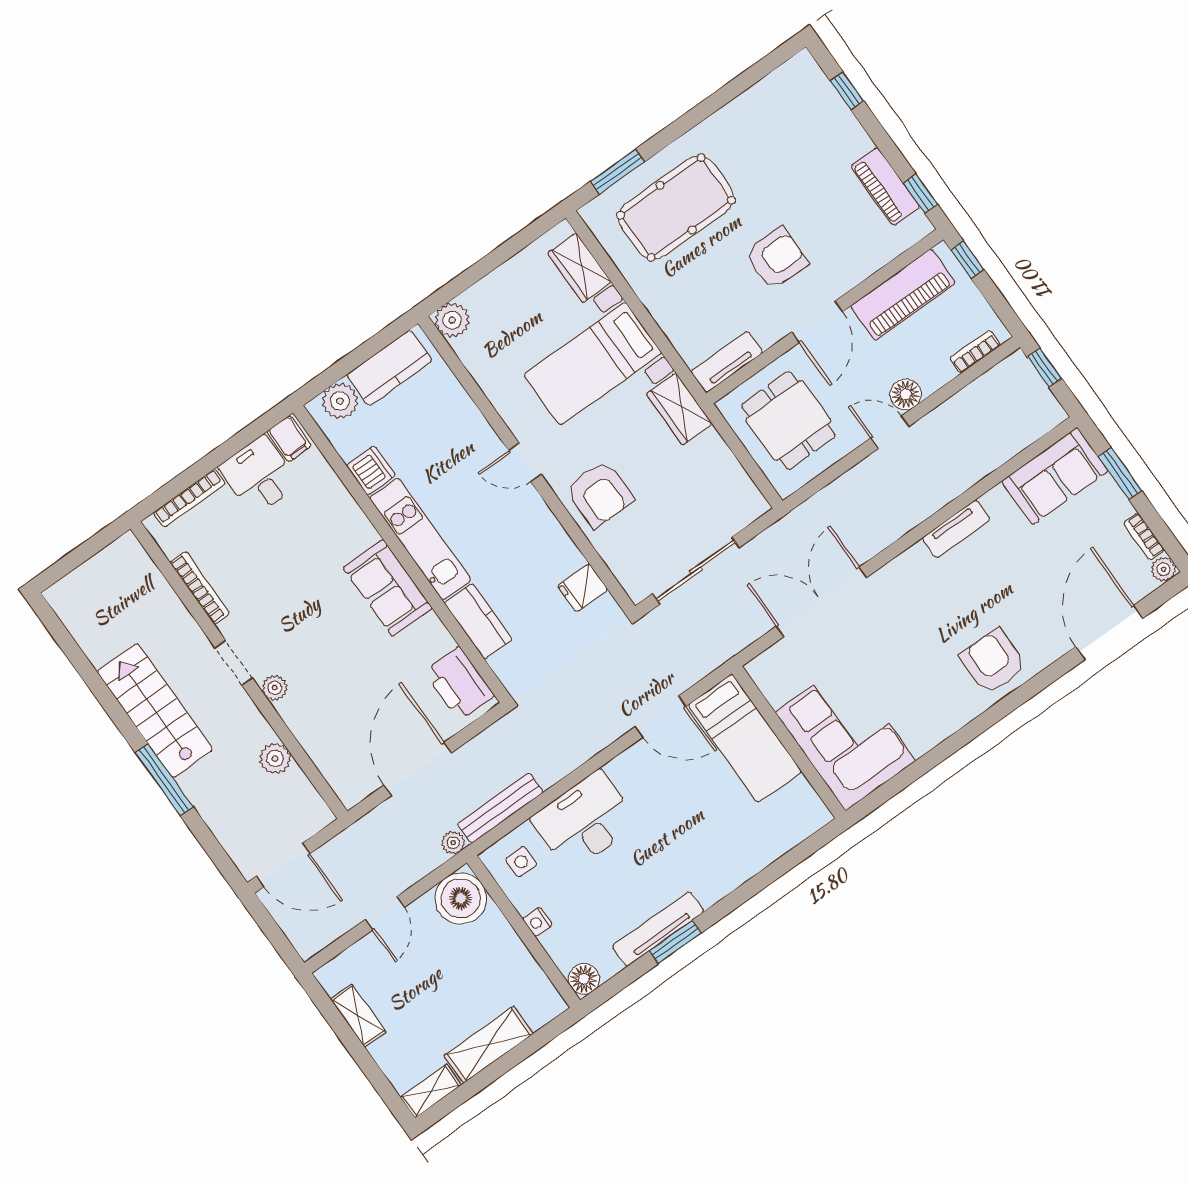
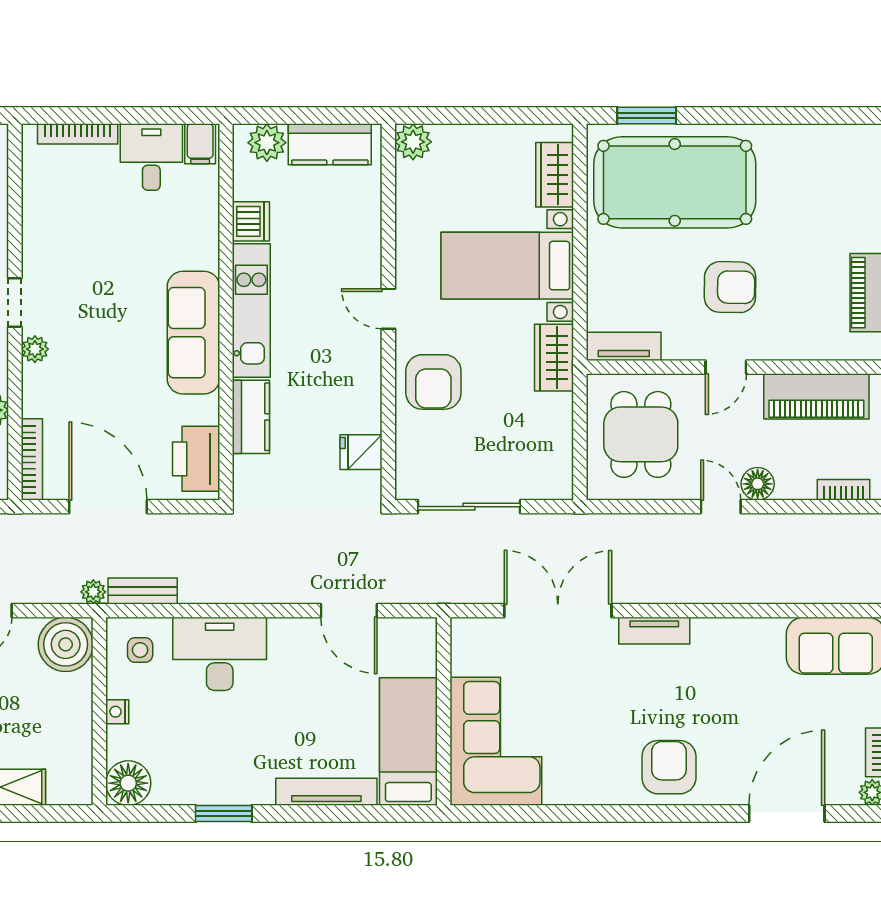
pool table: (676, 208) -> (675, 182), width x1.36, depth x1.32
door: (817, 322) -> (726, 367), width x0.73
tv unit: (956, 529) -> (654, 631), moved
bookcase: (200, 588) -> (32, 459), moved
sofa: (388, 588) -> (193, 333), width x1.36
bed: (745, 738) -> (408, 742), moved, turned 180
door: (418, 769) -> (108, 507), hinge flipped
bench: (500, 808) -> (143, 591), width x0.73
tv unit: (658, 929) -> (326, 792), moved
floor lamp: (584, 979) -> (128, 783), width x1.38, depth x1.38

